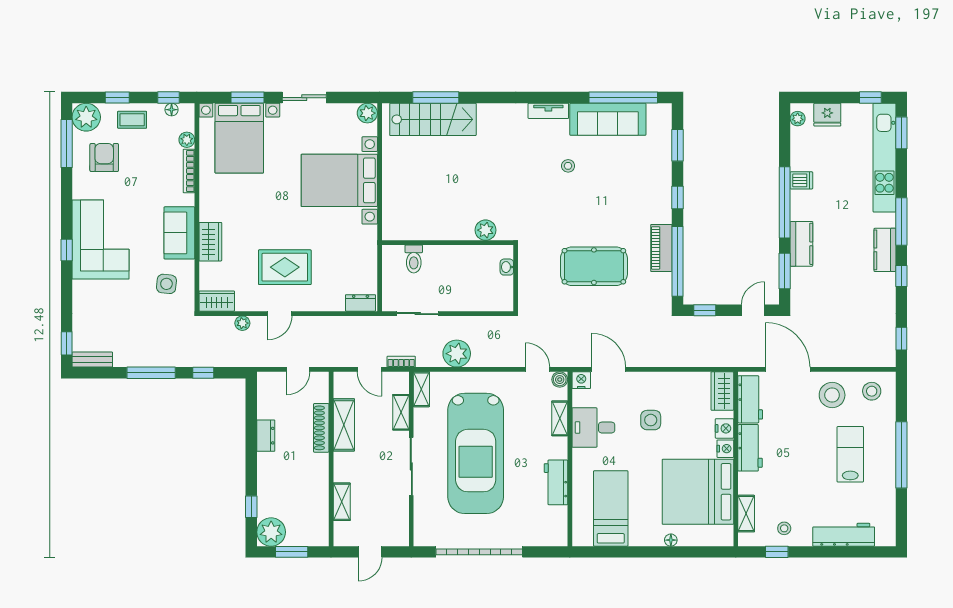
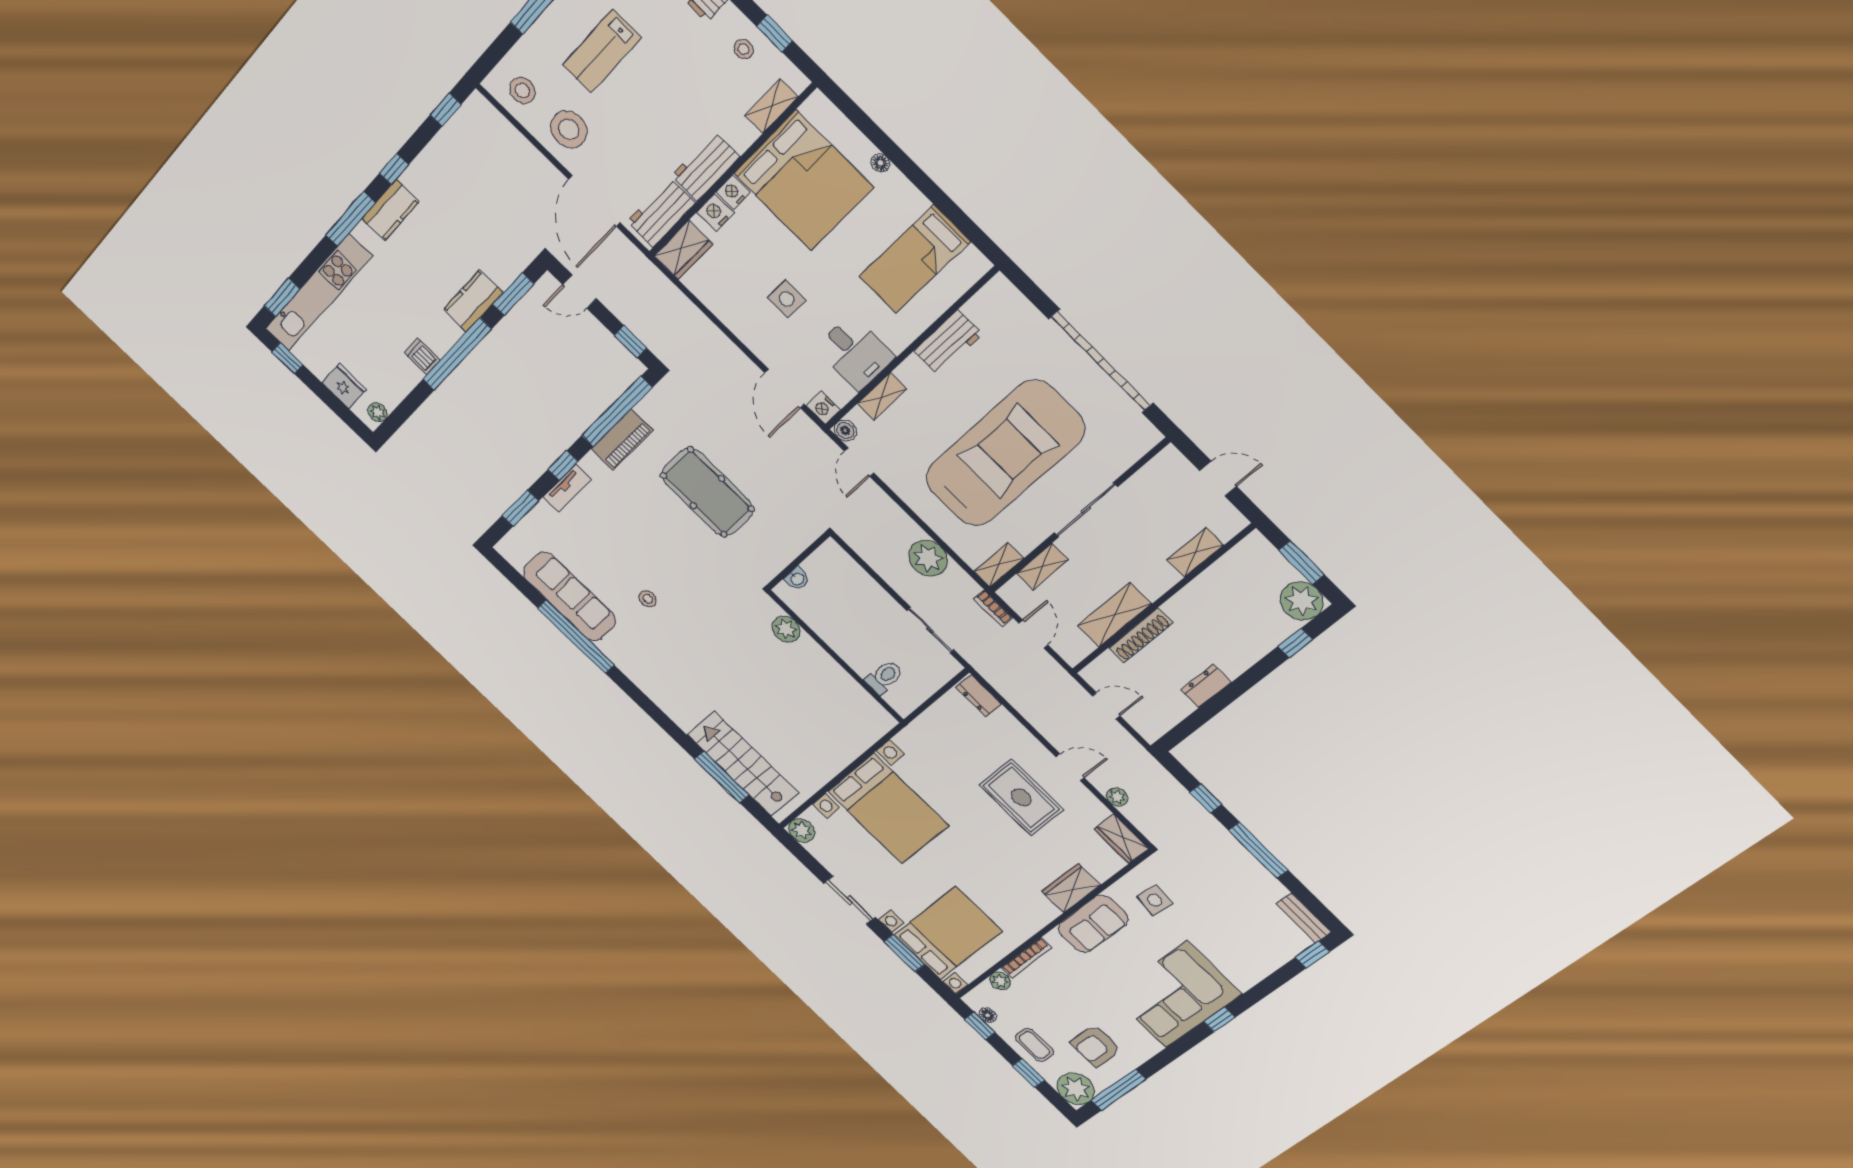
window: (623, 98) -> (576, 637), moved
tv unit: (548, 111) -> (567, 488), moved, turned 90

